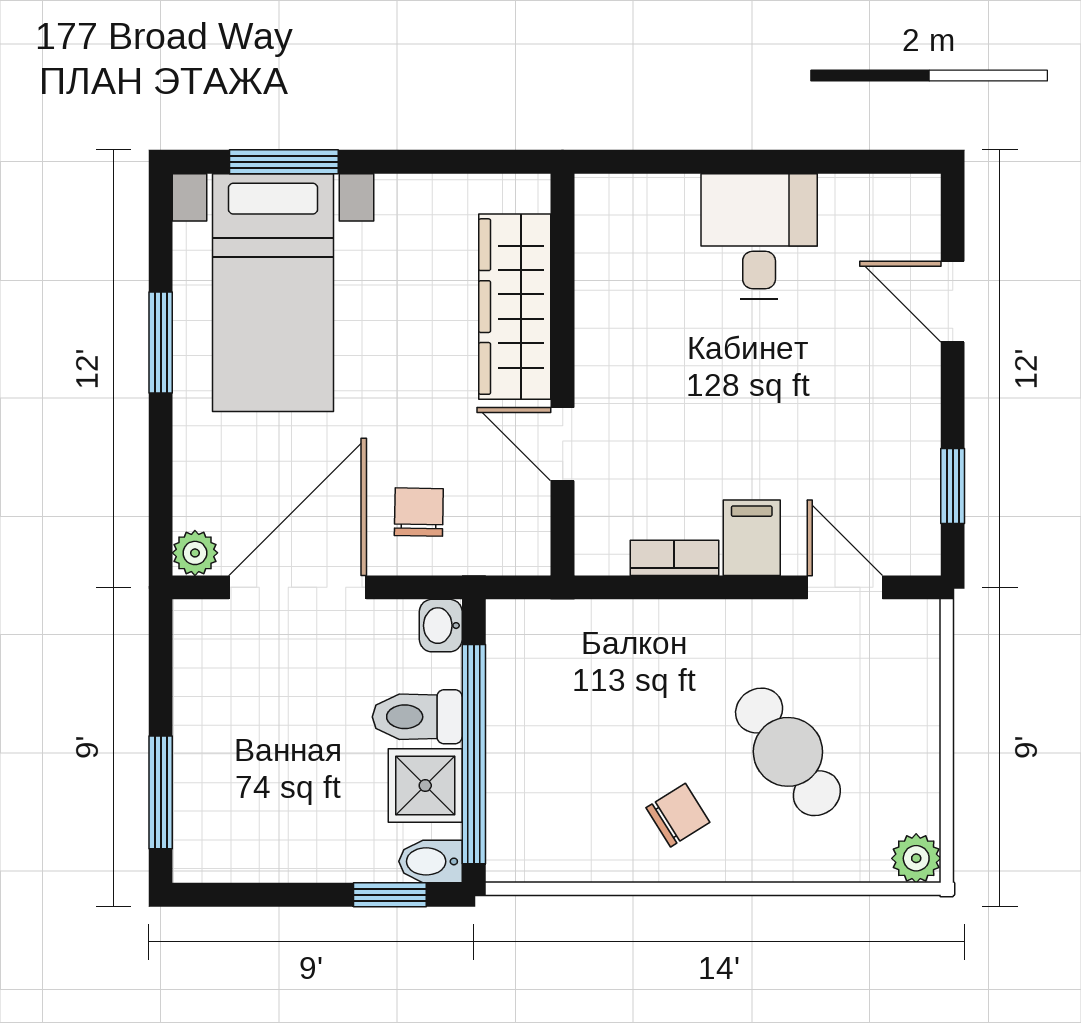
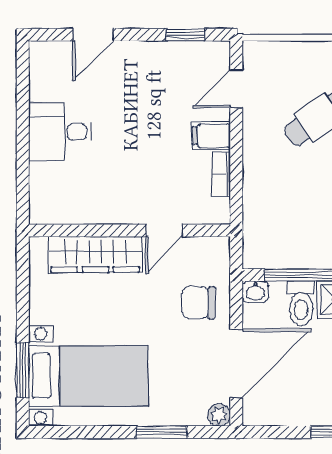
window: (161, 343) -> (162, 432), moved
chair: (419, 512) -> (198, 303), width x1.37, depth x1.37
door: (298, 587) -> (236, 363), swing flipped

